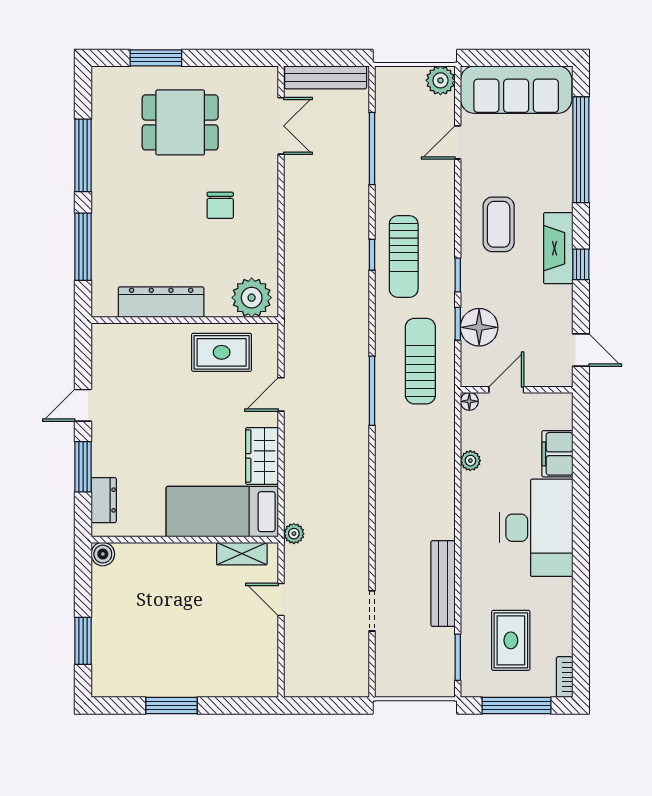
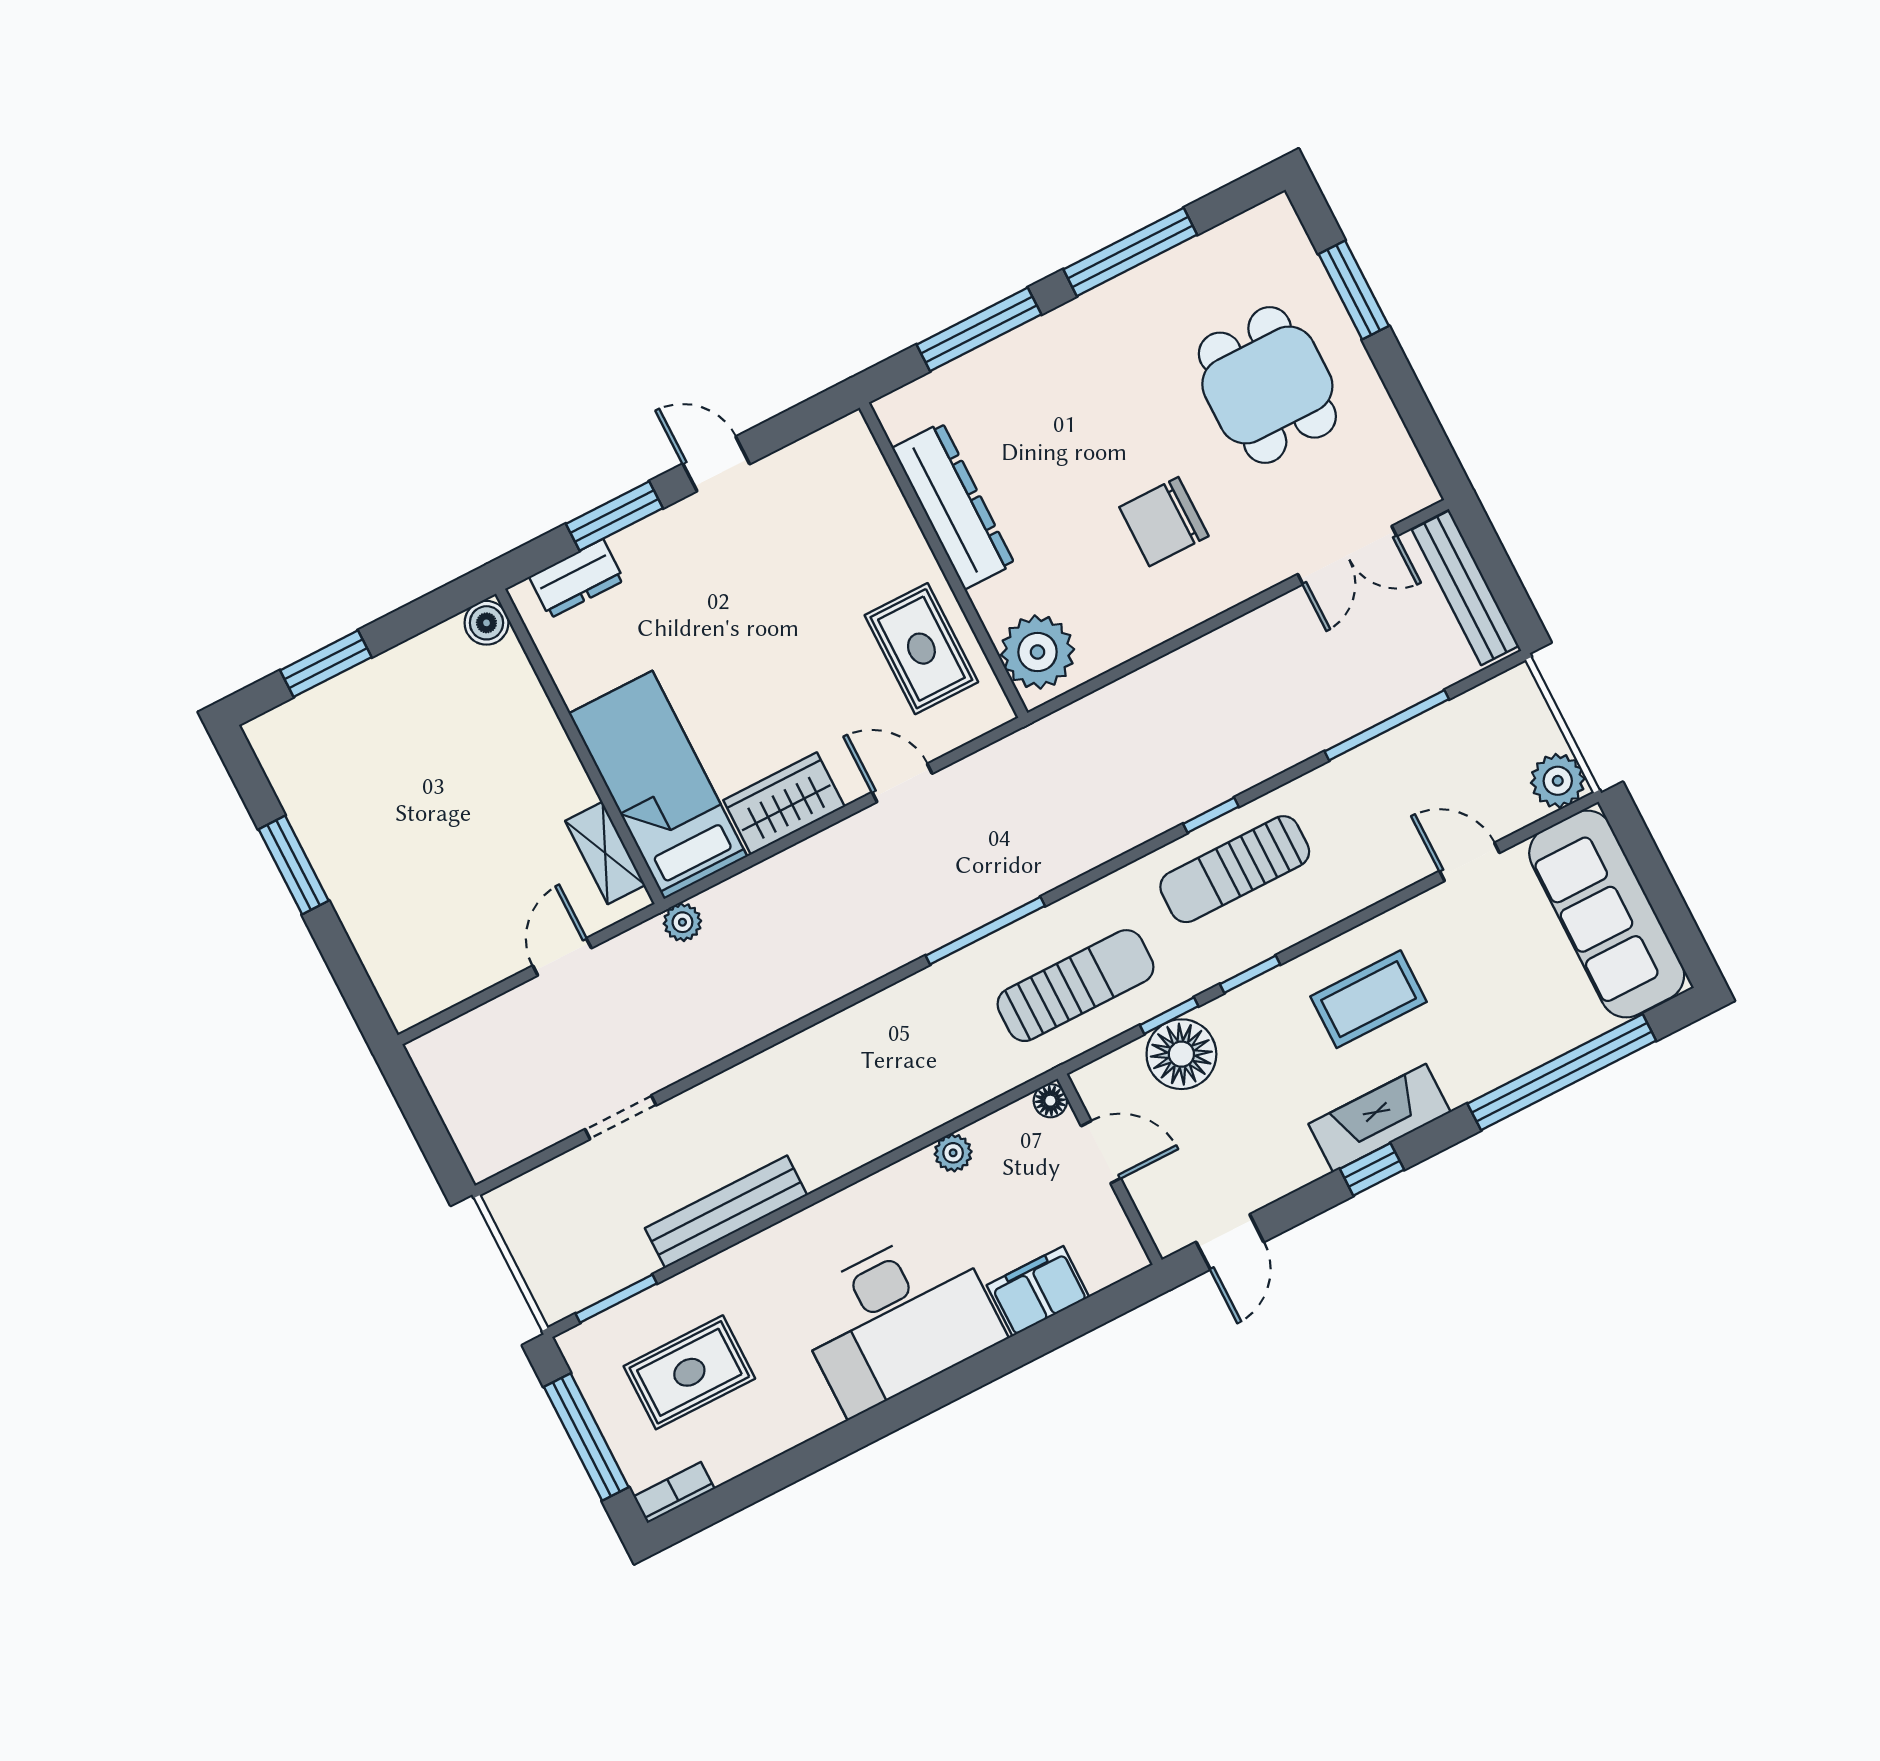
chair: (220, 205) -> (1164, 522), width x1.37, depth x1.37

